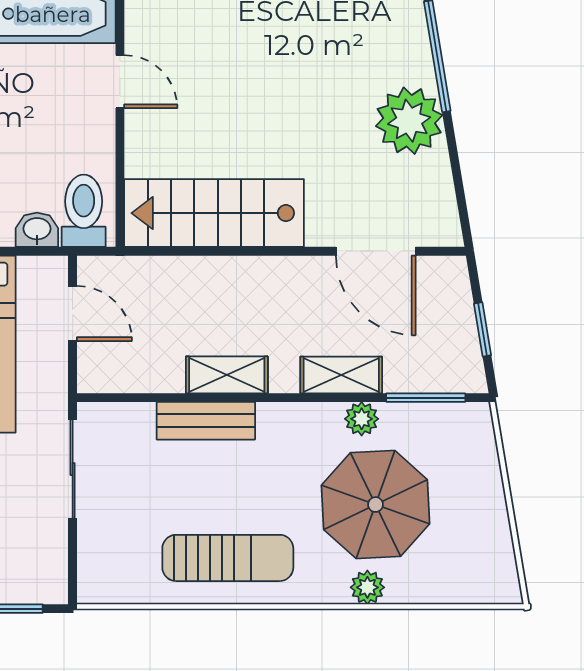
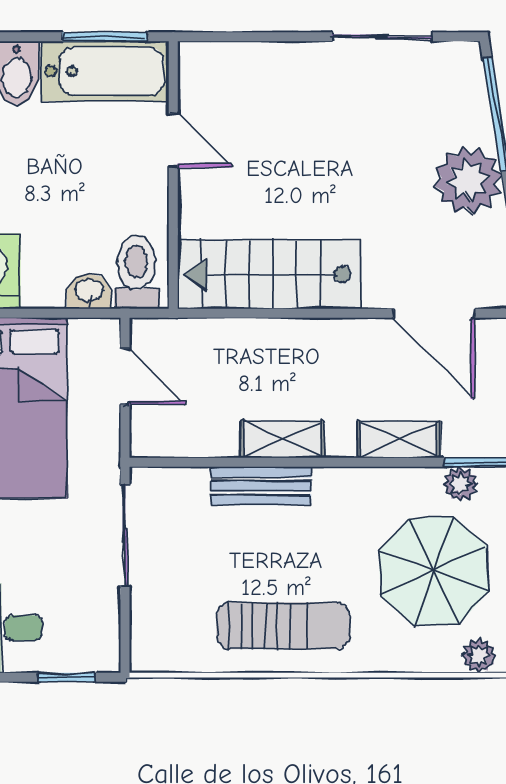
plant: (362, 419) -> (460, 484), moved
plant: (367, 587) -> (479, 656), moved

